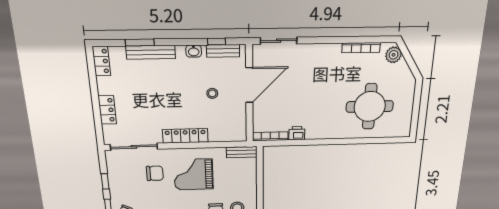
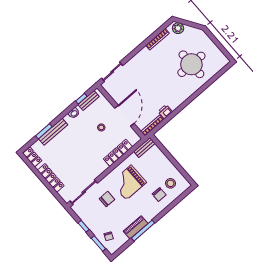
door: (249, 85) -> (124, 116), moved
locker: (107, 110) -> (51, 178), width x1.53
locker: (185, 136) -> (118, 153), moved

